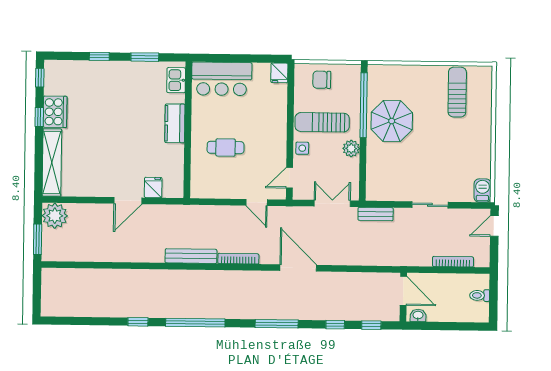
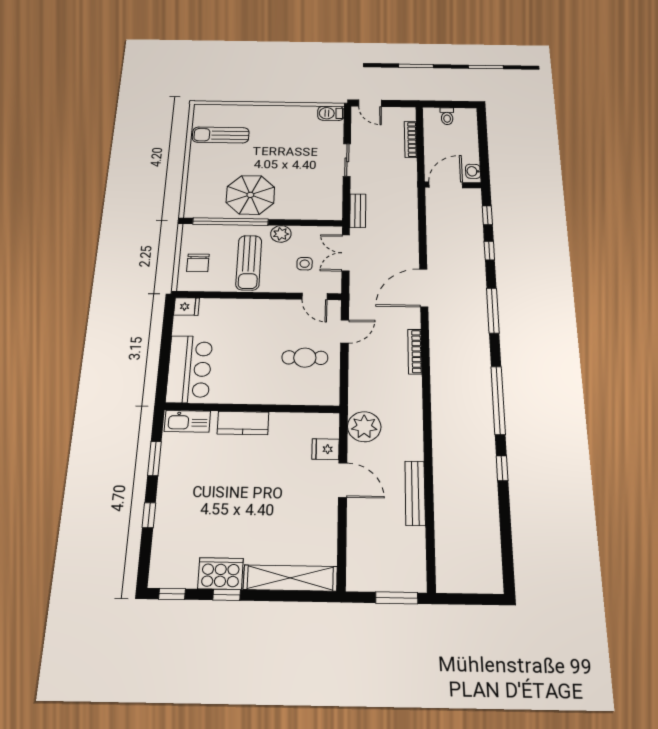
kitchen sink: (176, 80) -> (187, 421), width x1.38
cafe table: (226, 147) -> (305, 358), moved, turned 90
side table: (302, 148) -> (305, 264), moved
plant: (55, 216) -> (364, 427), moved
bench: (191, 256) -> (415, 493), moved

